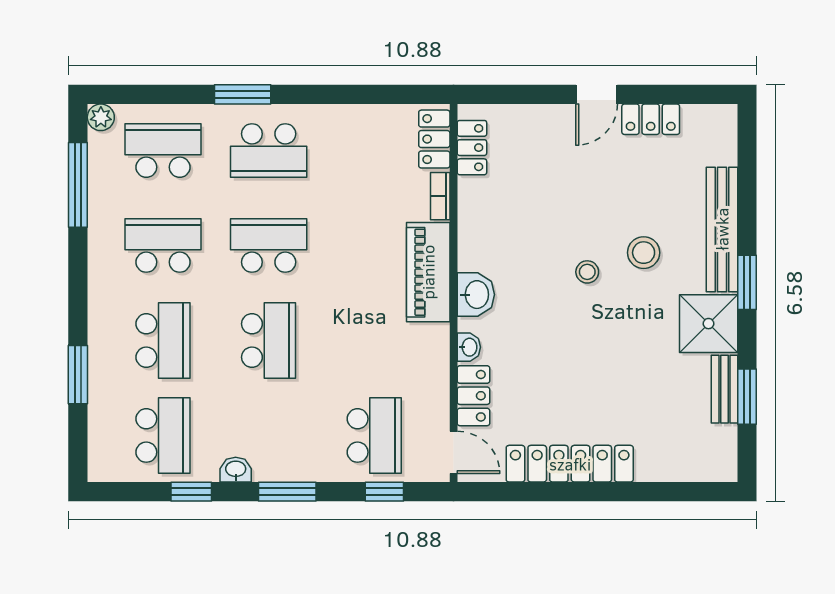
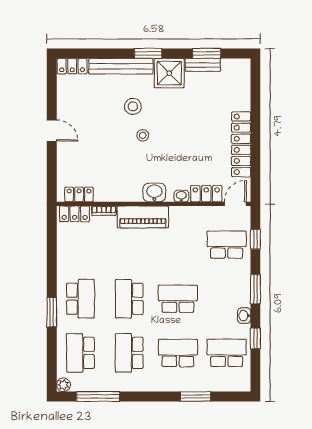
locker: (651, 119) -> (72, 66), moved, turned 90

